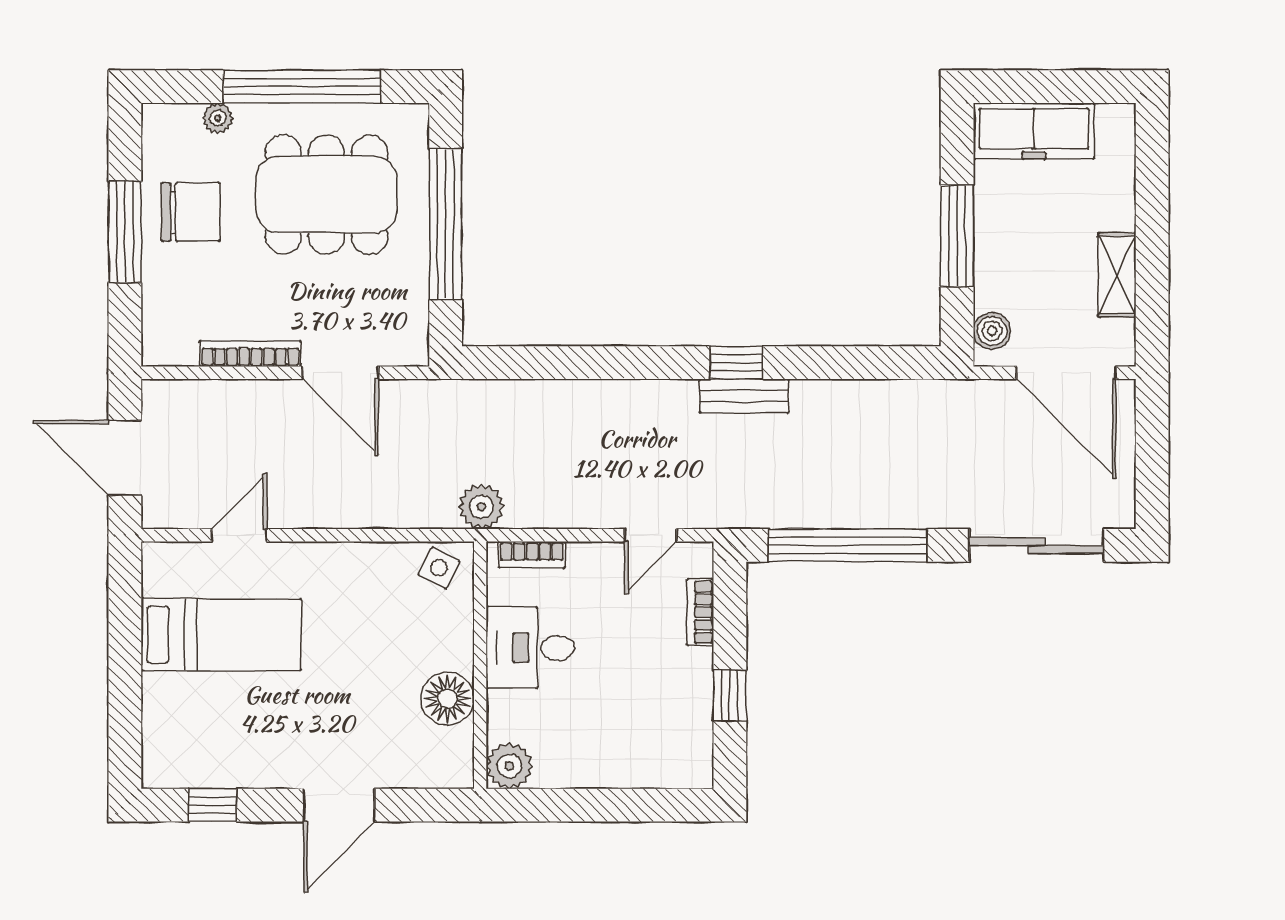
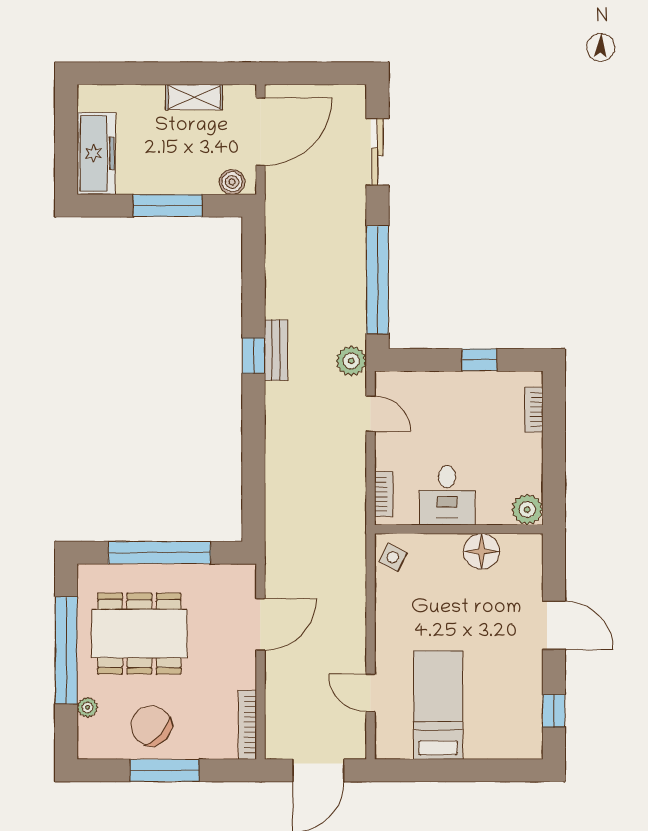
dining table: (326, 195) -> (139, 634), turned 90
chair: (191, 212) -> (151, 726), turned -48
bookcase: (250, 354) -> (247, 725), moved
plant: (481, 507) -> (351, 361), moved
sliding door: (1036, 545) -> (377, 152), width x0.73
bookcase: (700, 612) -> (534, 410), moved, turned 90

